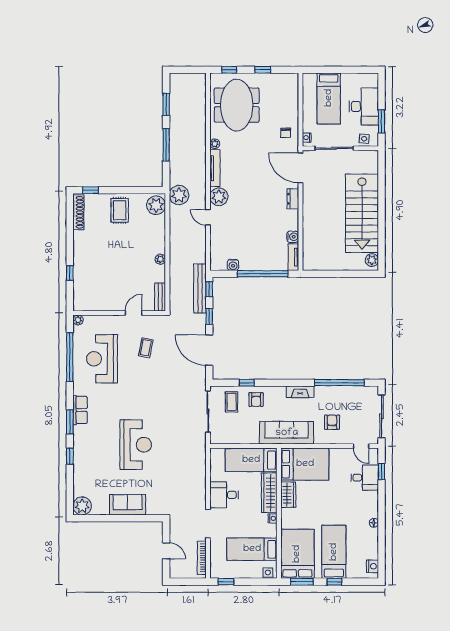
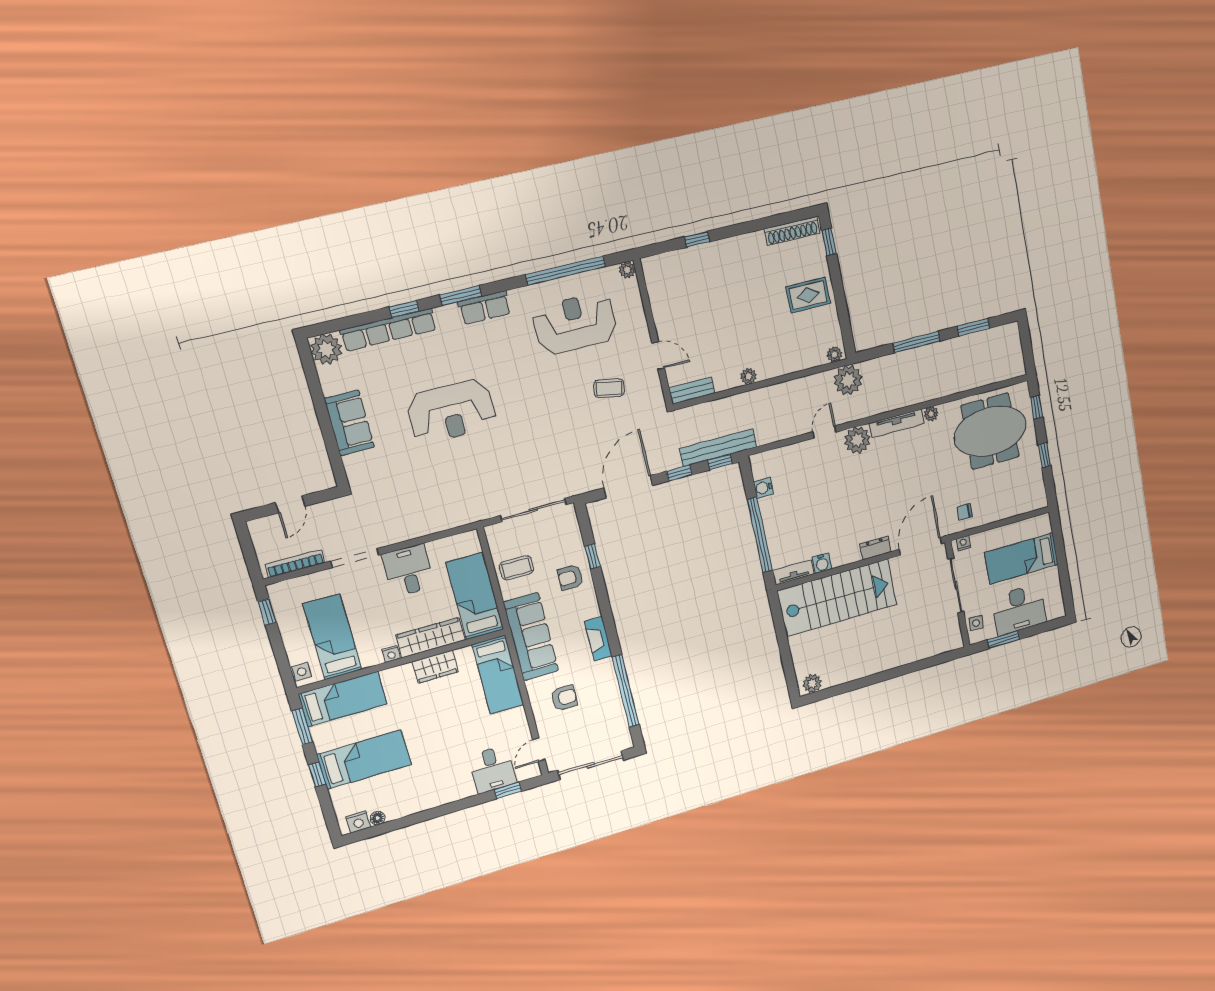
plant: (156, 205) -> (834, 354), width x0.53, depth x0.53
stairs: (362, 213) -> (837, 598), moved, turned 180
coffee table: (232, 402) -> (517, 568), moved
bed: (305, 464) -> (498, 675), width x0.67
row of seats: (80, 468) -> (389, 330), added
floor lamp: (374, 523) -> (378, 818), moved
bed: (297, 554) -> (343, 699), width x0.67

